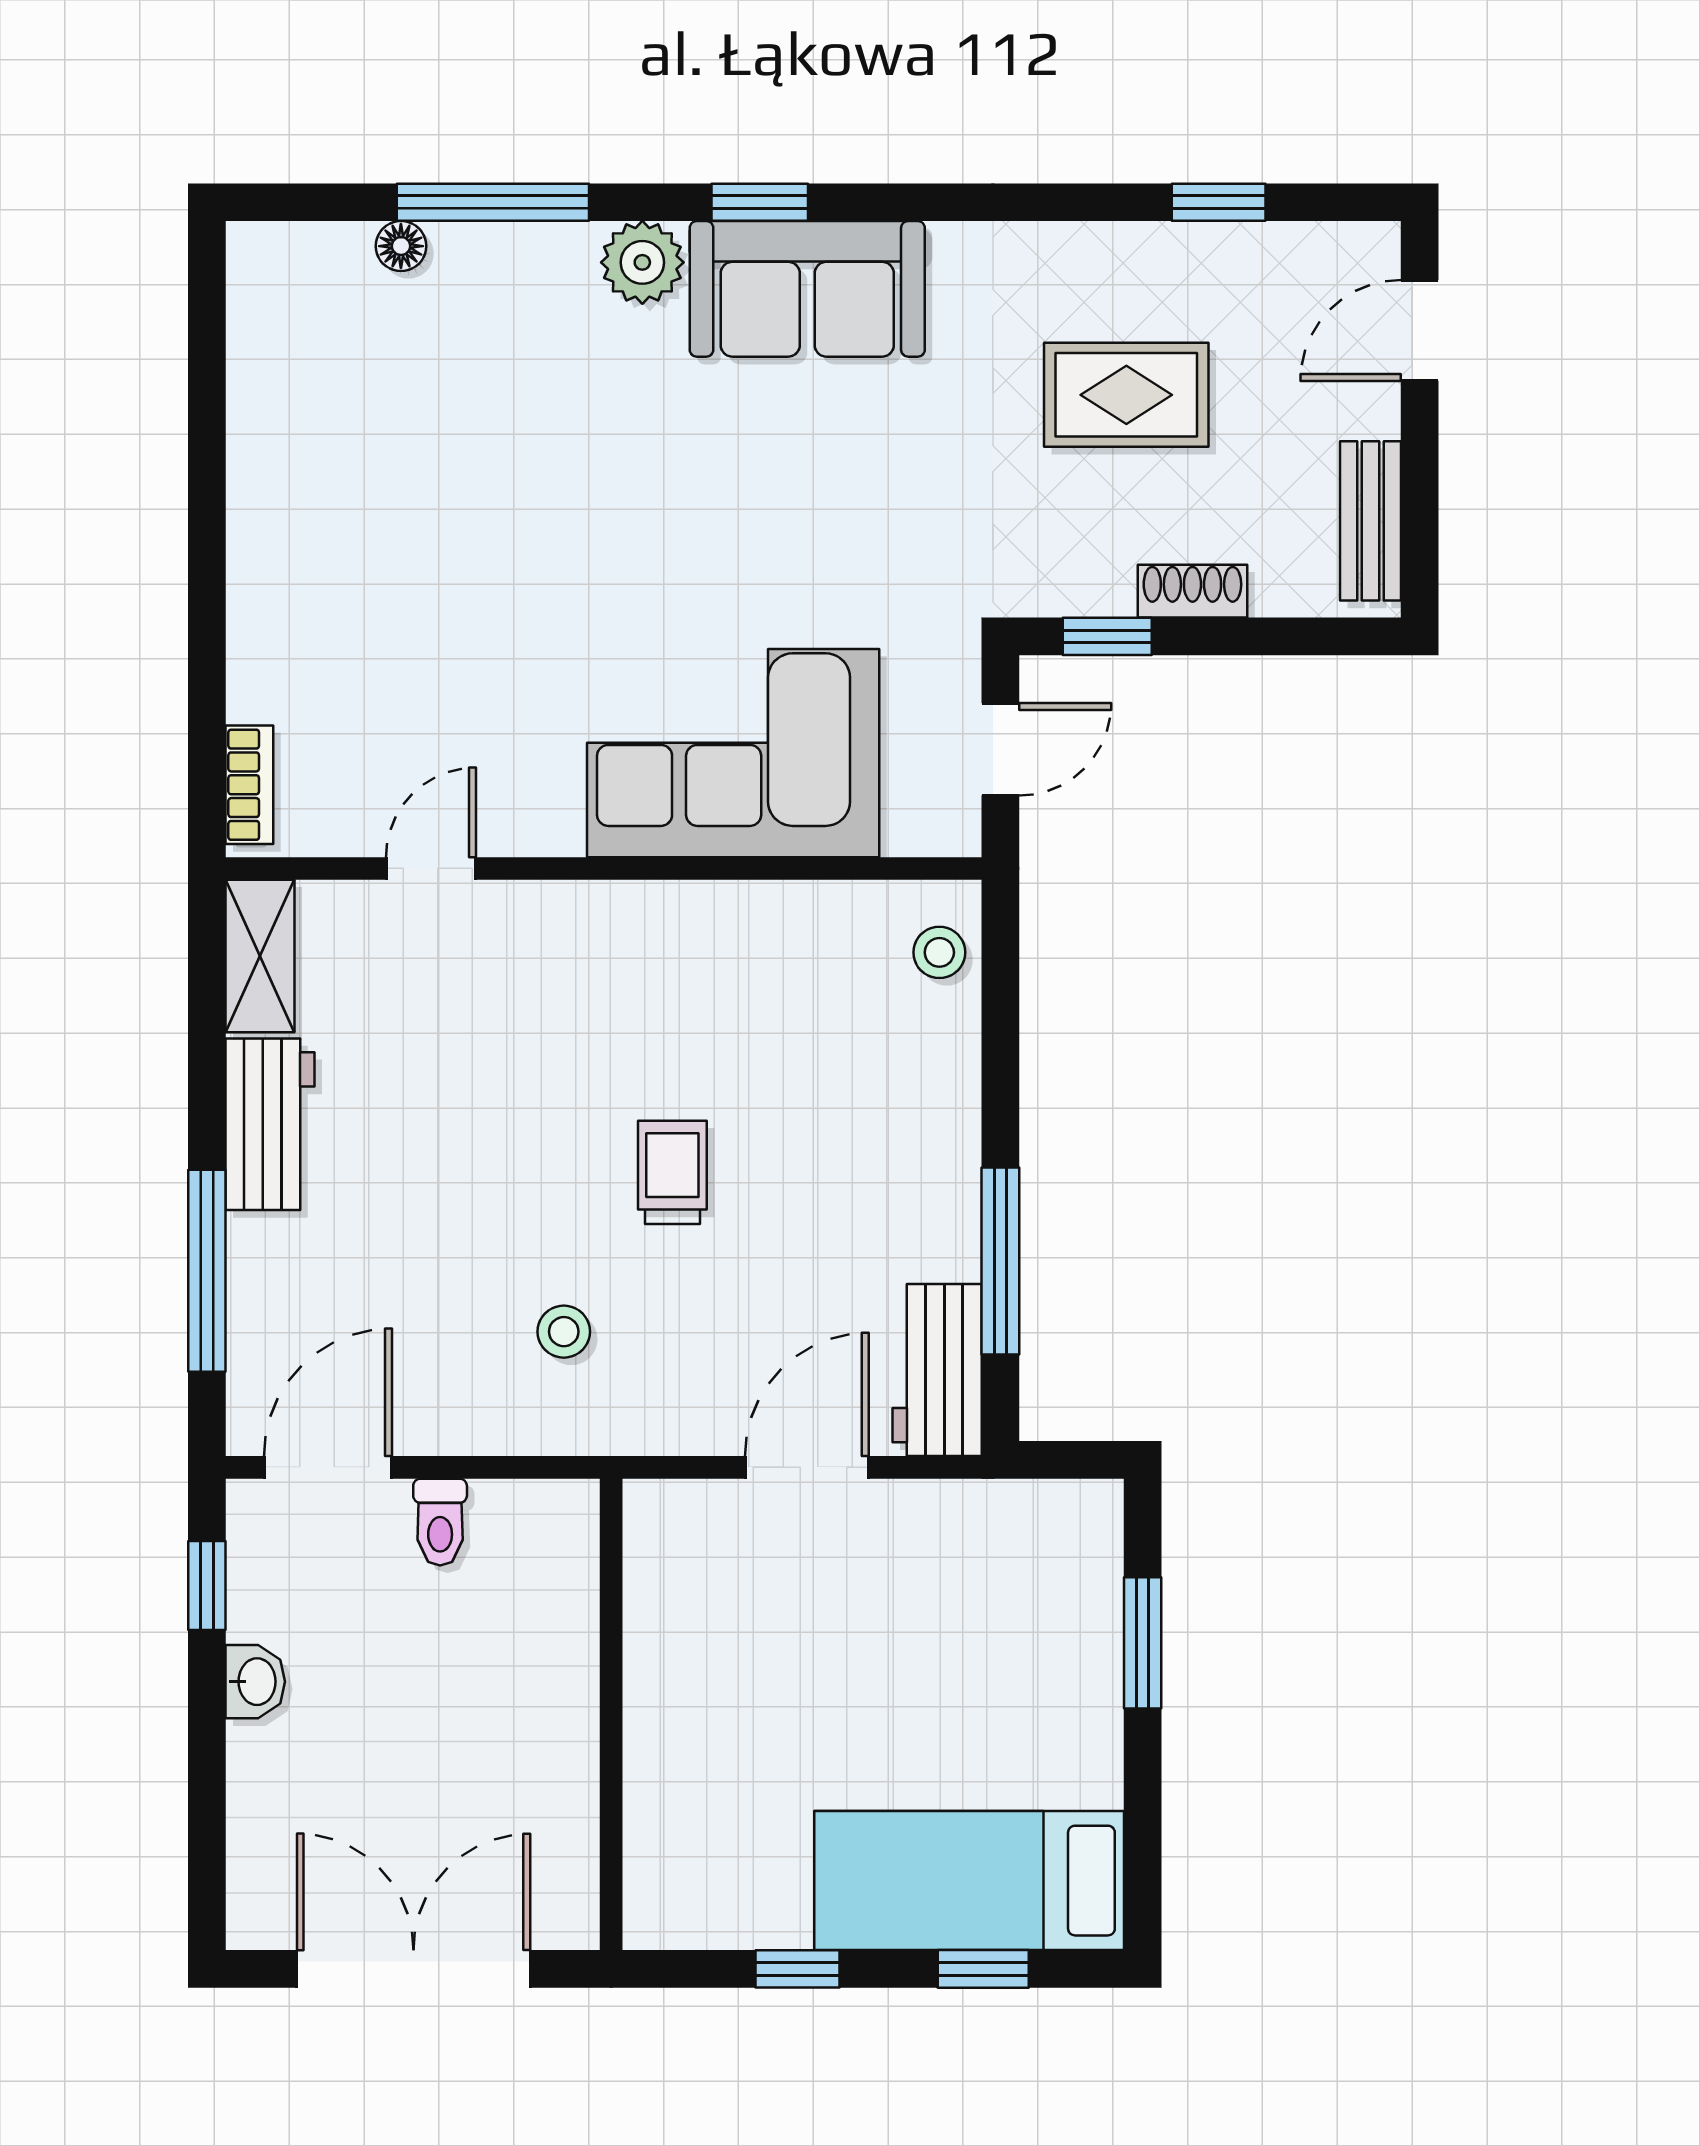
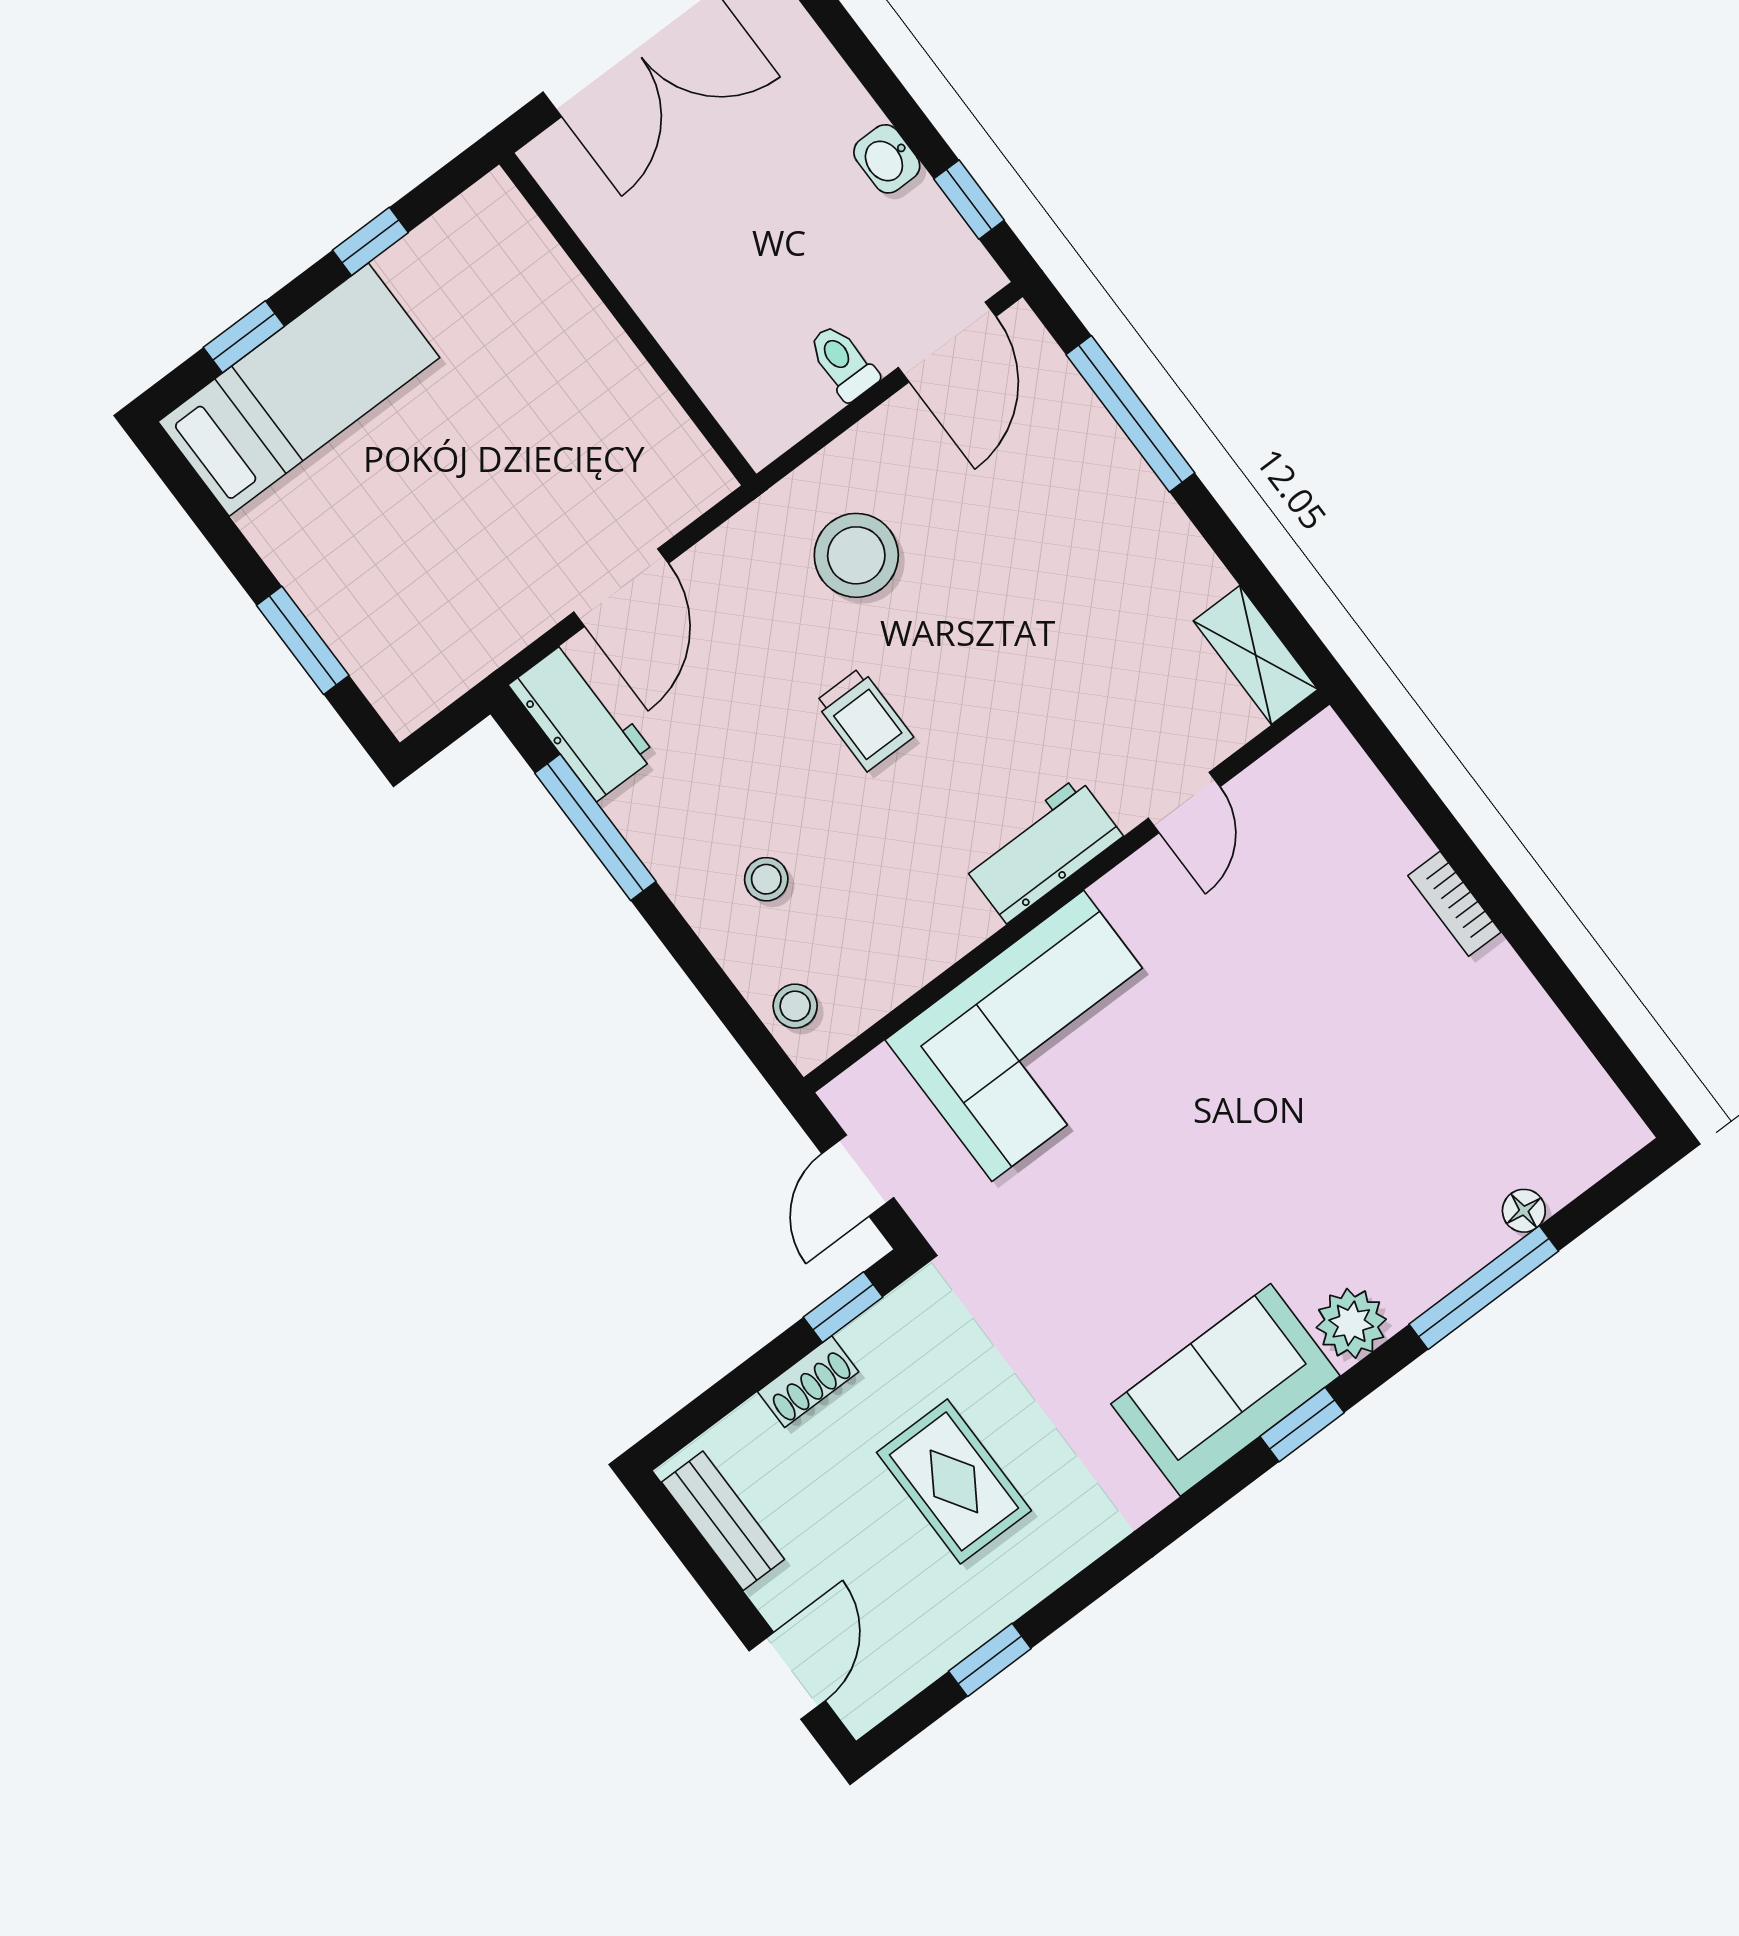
rug: (1126, 395) -> (954, 1481), turned 90
bookcase: (249, 785) -> (1454, 904), moved
stool: (877, 1092) -> (766, 879), added
workbench: (270, 1124) -> (1042, 850), moved, turned 90
stool: (564, 1332) -> (856, 555), width x1.89, depth x1.89

